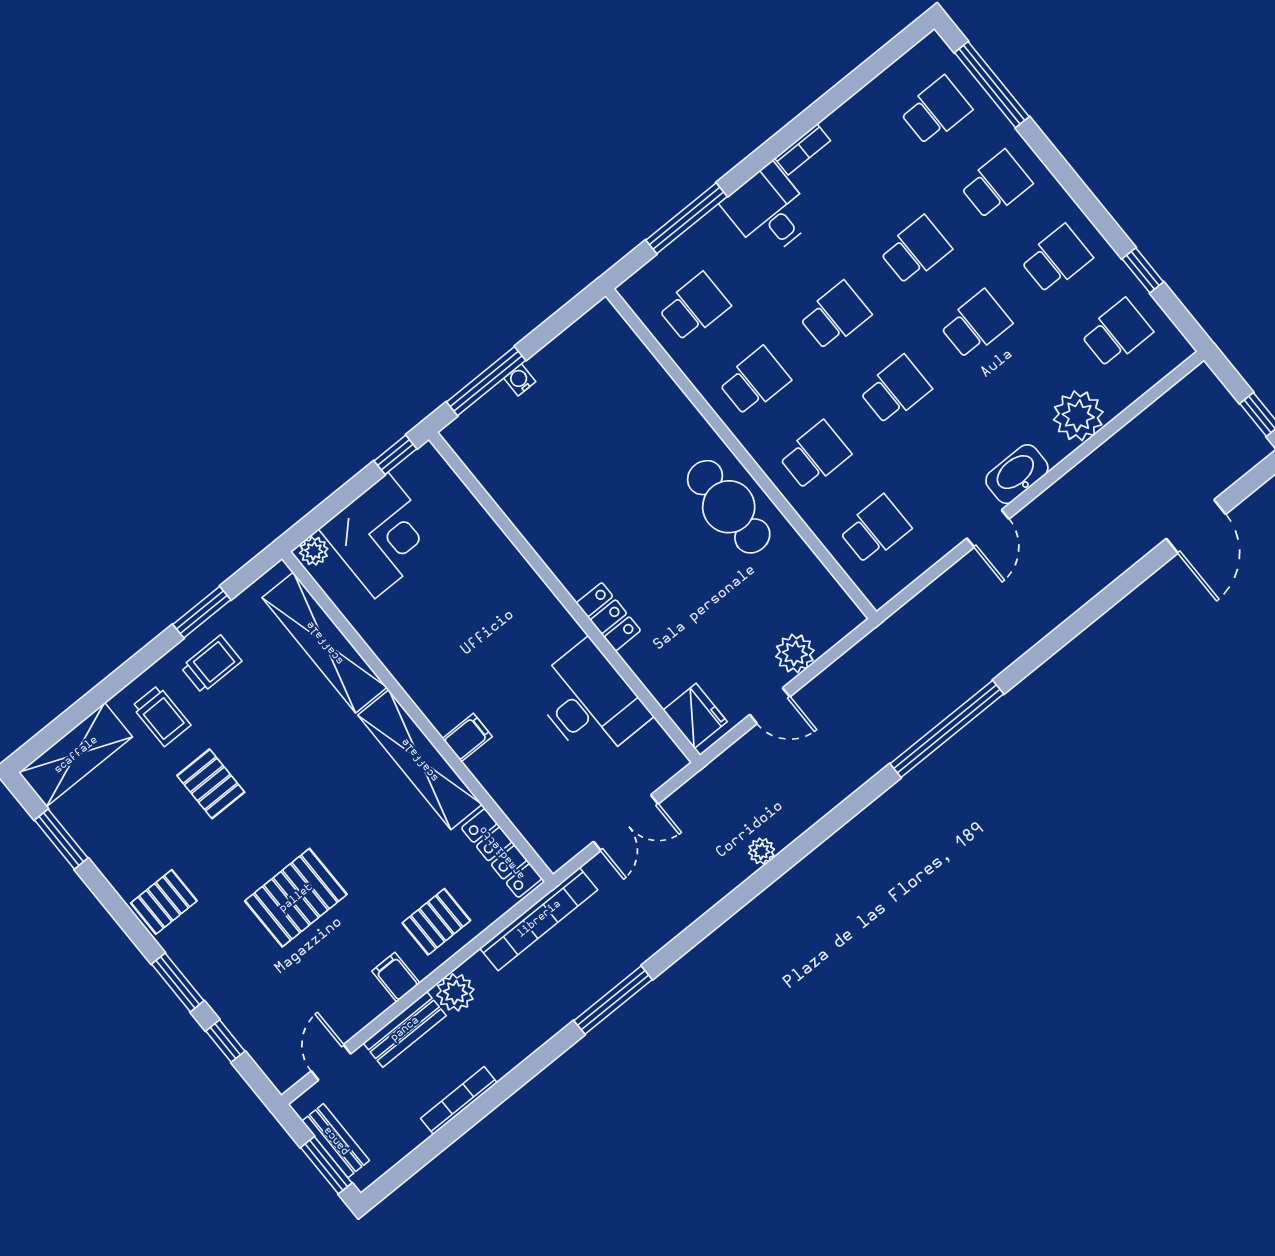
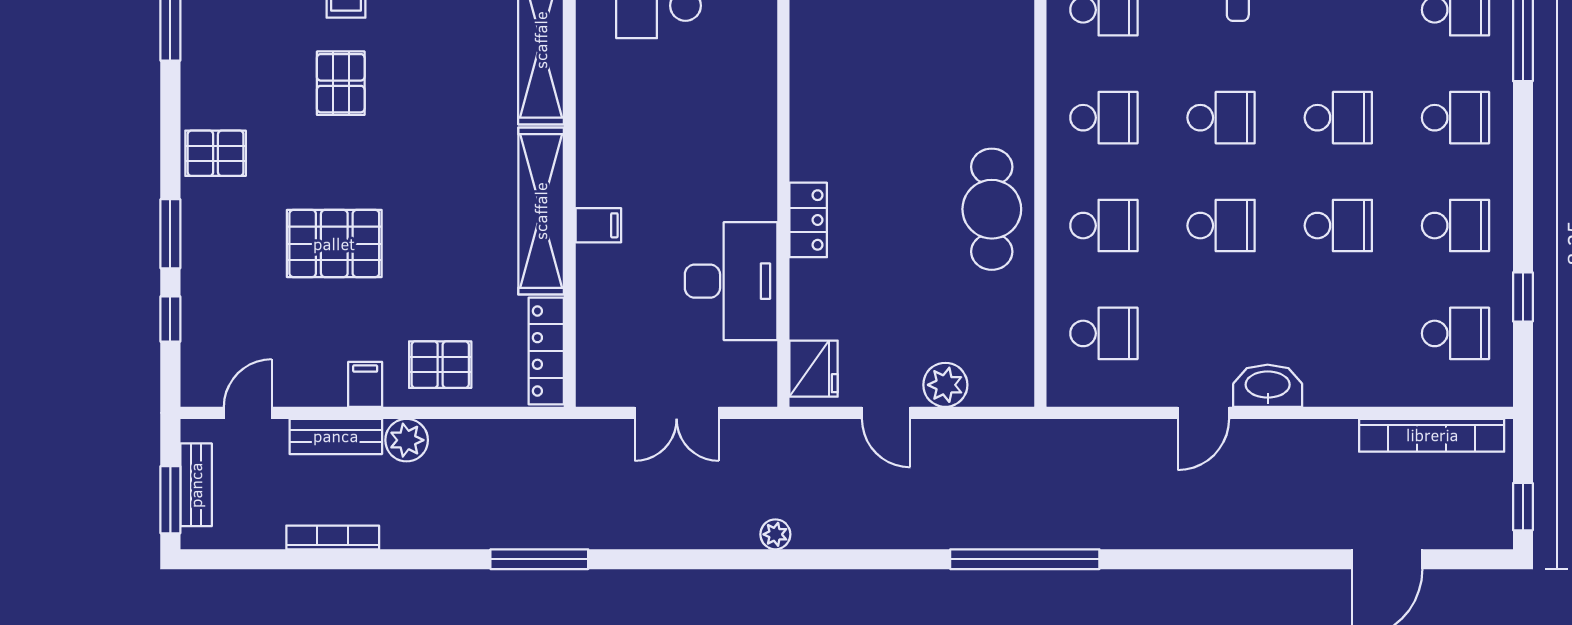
plant: (1078, 416) -> (1363, 378), removed
bookcase: (539, 919) -> (1432, 435), moved

